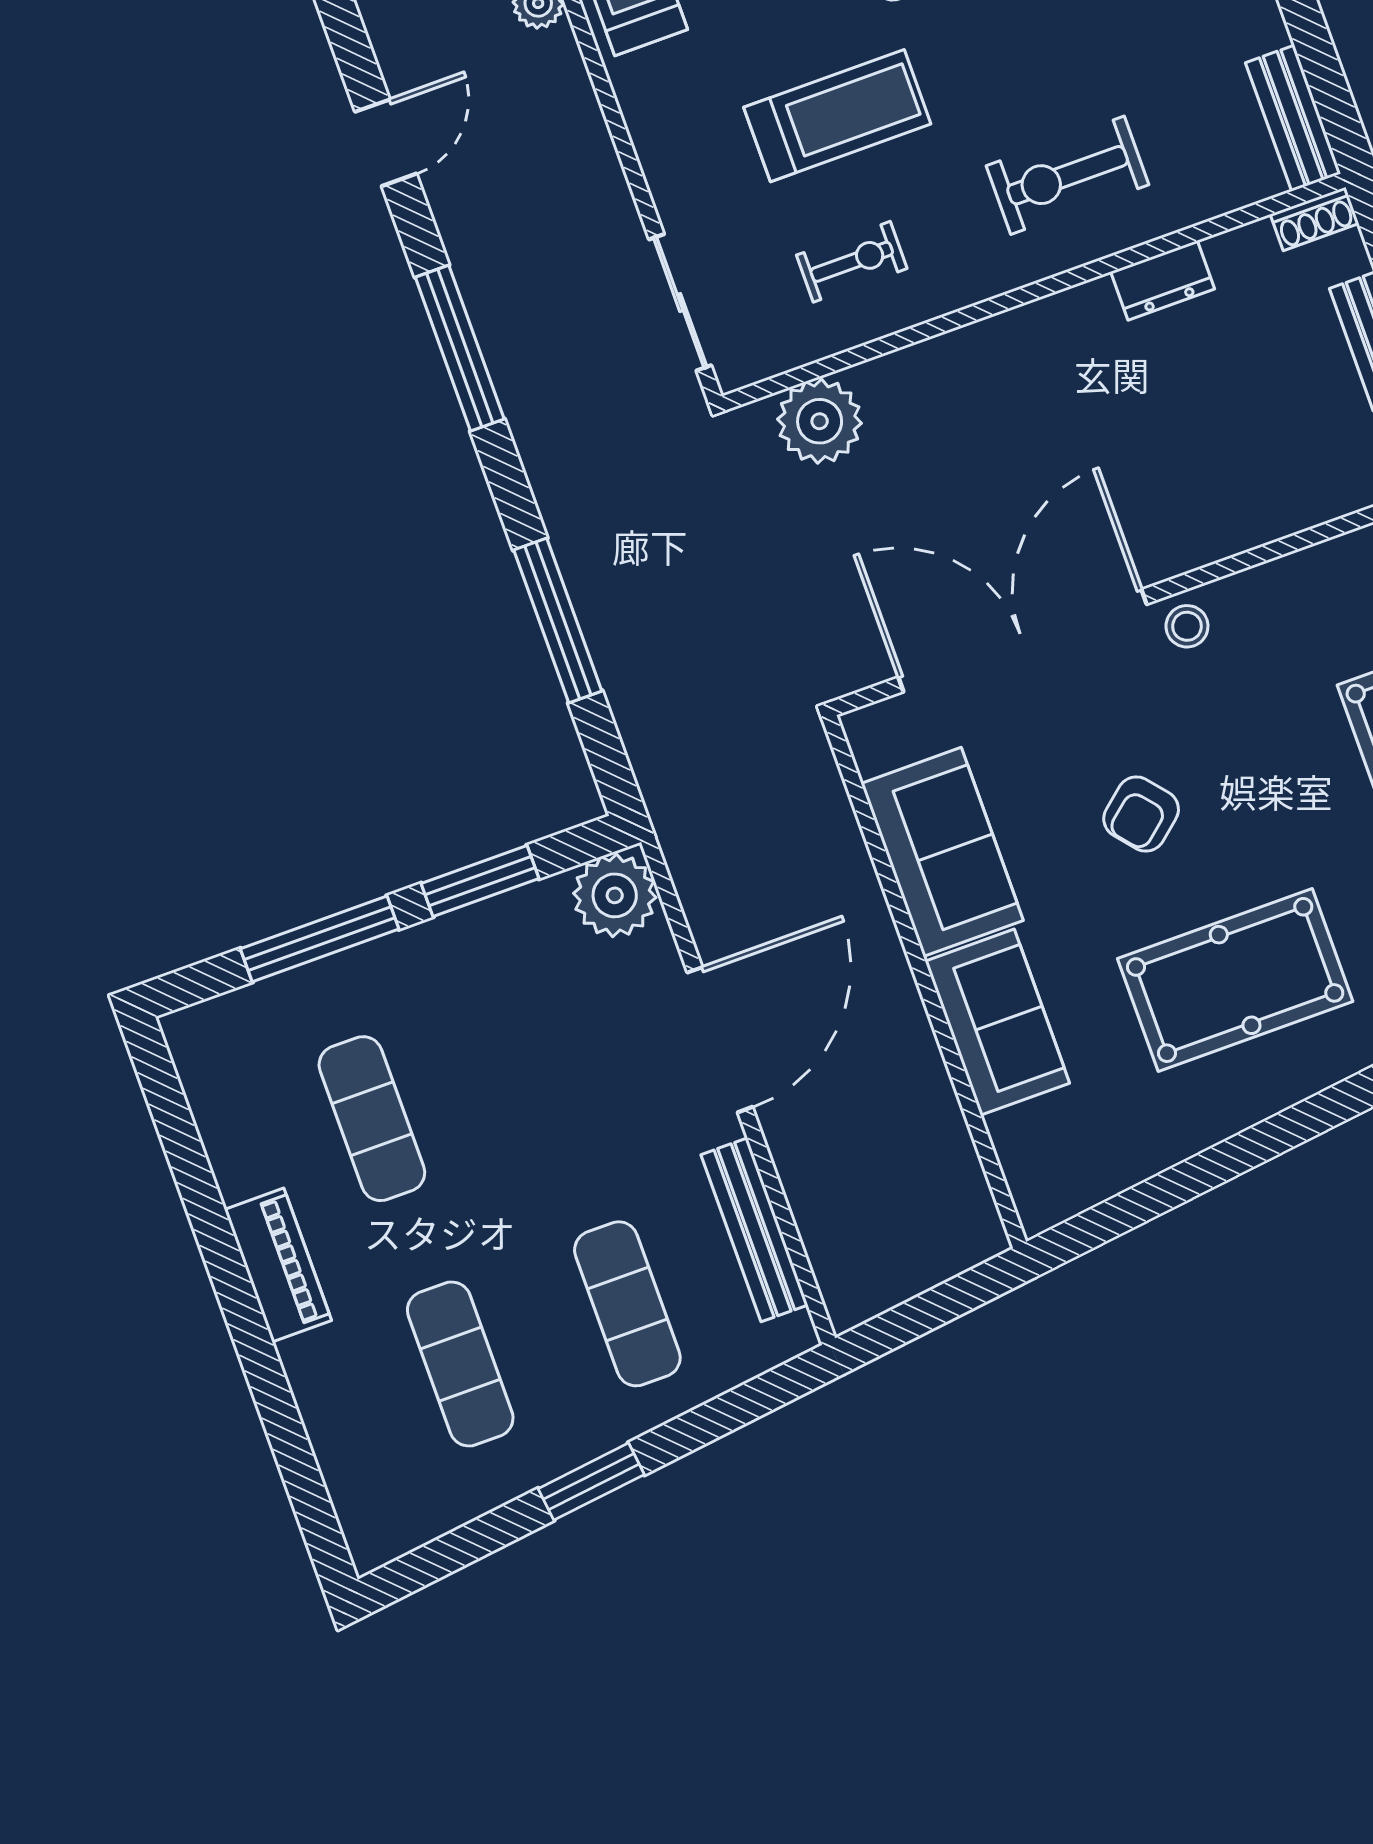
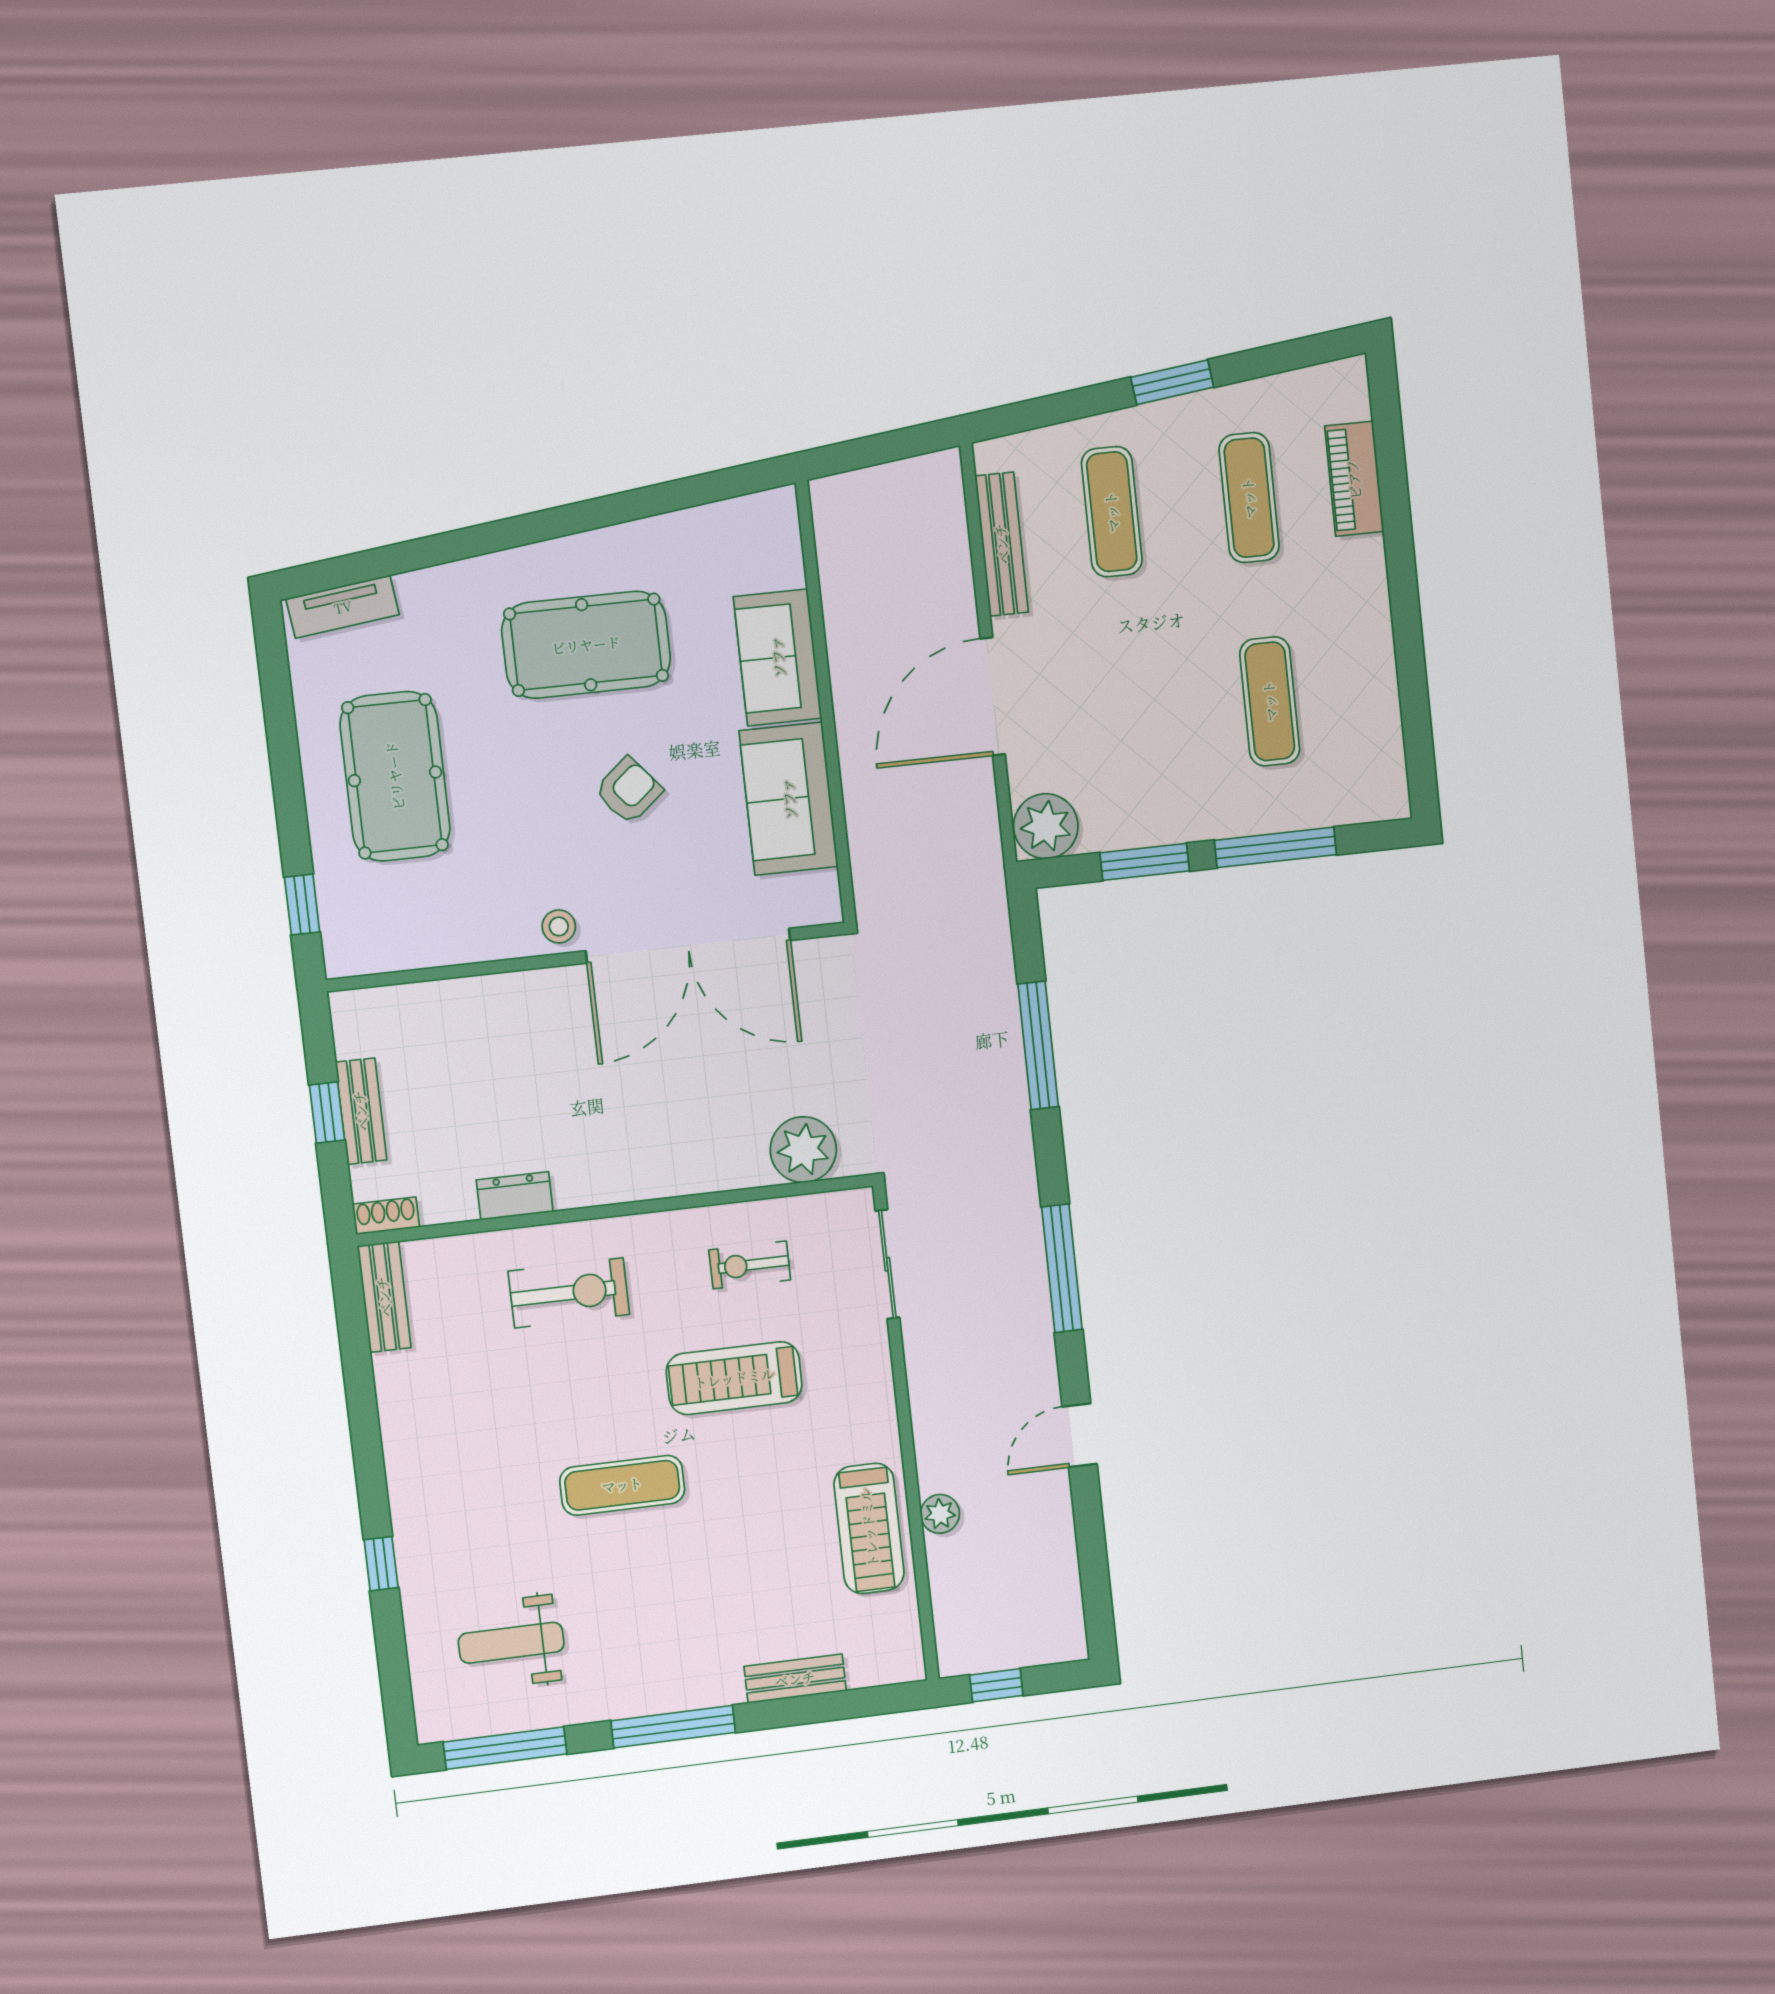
piano: (278, 1265) -> (1354, 479), moved

